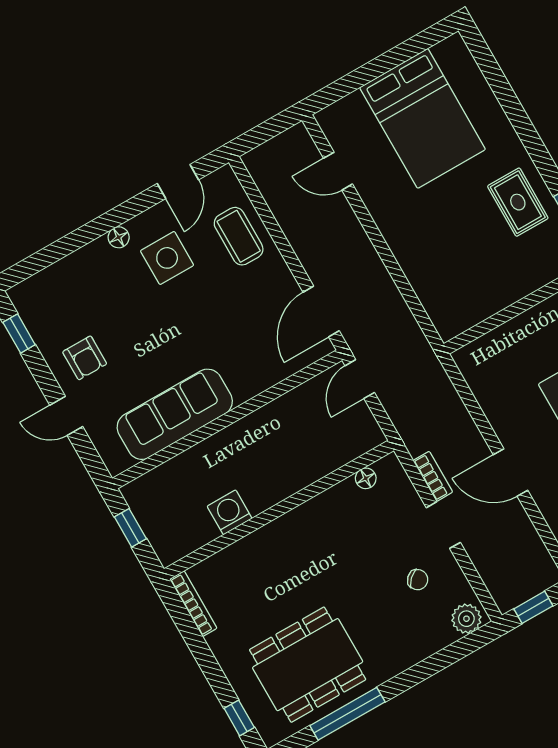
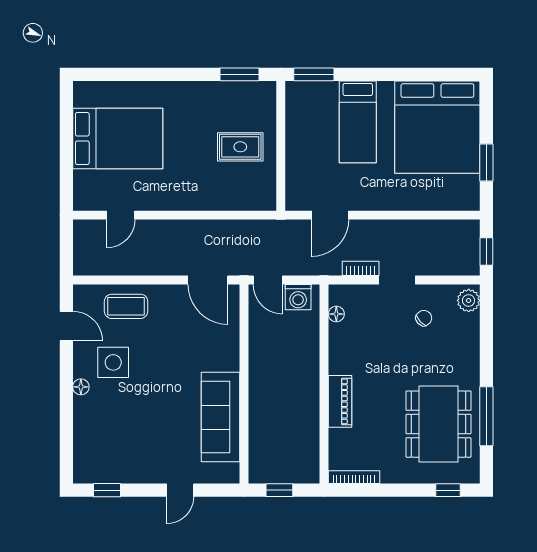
rug: (518, 202) -> (240, 147), moved
armchair: (85, 358) -> (148, 456), removed
door: (511, 472) -> (330, 215), moved
washing machine: (230, 512) -> (298, 297), moved, turned -90
piano: (270, 539) -> (340, 401), added

